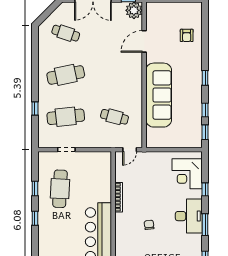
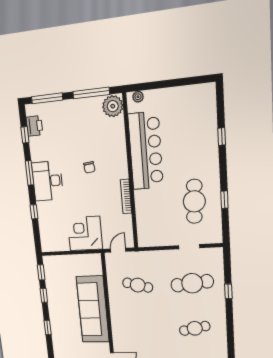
cafe table: (66, 75) -> (195, 328), width x0.73, depth x0.74
corner desk: (187, 174) -> (85, 234), moved, turned -90
window: (35, 218) -> (222, 136), moved

